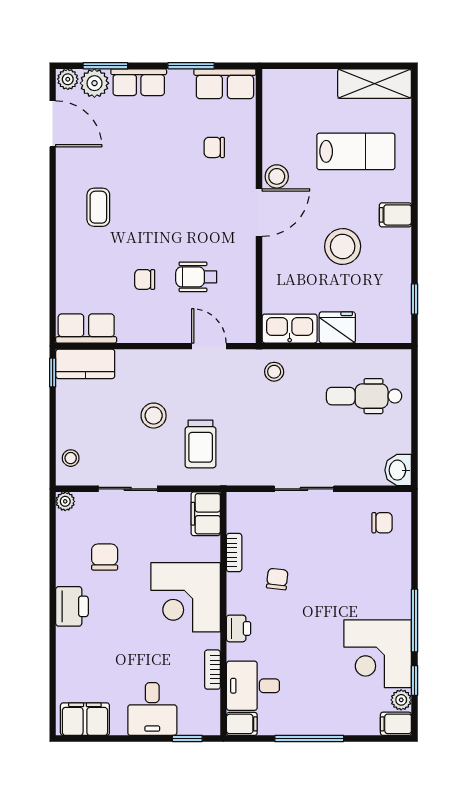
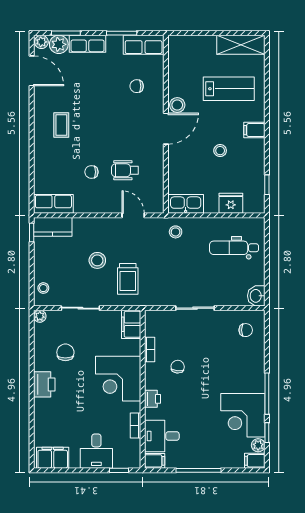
stool: (343, 246) -> (220, 151), width x0.53, depth x0.53
fridge: (337, 327) -> (231, 203), moved

